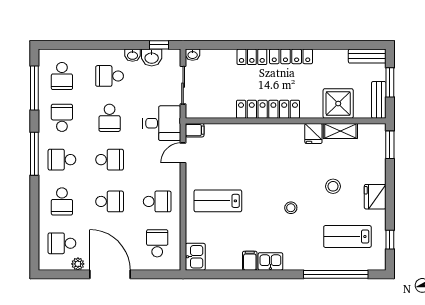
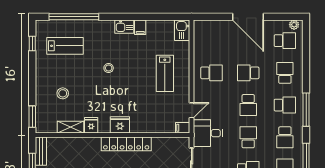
shower: (338, 104) -> (72, 148), removed
school desk: (110, 160) -> (248, 105), turned -90
stool: (333, 186) -> (63, 93), moved
fridge: (375, 197) -> (120, 125), moved, turned -90
school desk: (157, 201) -> (212, 73), turned 180
lab bench: (218, 201) -> (165, 73), turned 90
school desk: (157, 243) -> (212, 41), removed
plant: (78, 264) -> (294, 25), moved

